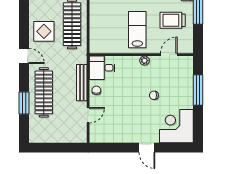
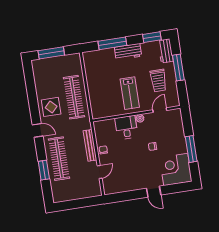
trolley: (173, 20) -> (158, 81), turned -90
lab bench: (137, 30) -> (130, 93), turned 180
desk: (102, 68) -> (126, 127), moved, turned 90
window: (198, 90) -> (191, 149), moved

